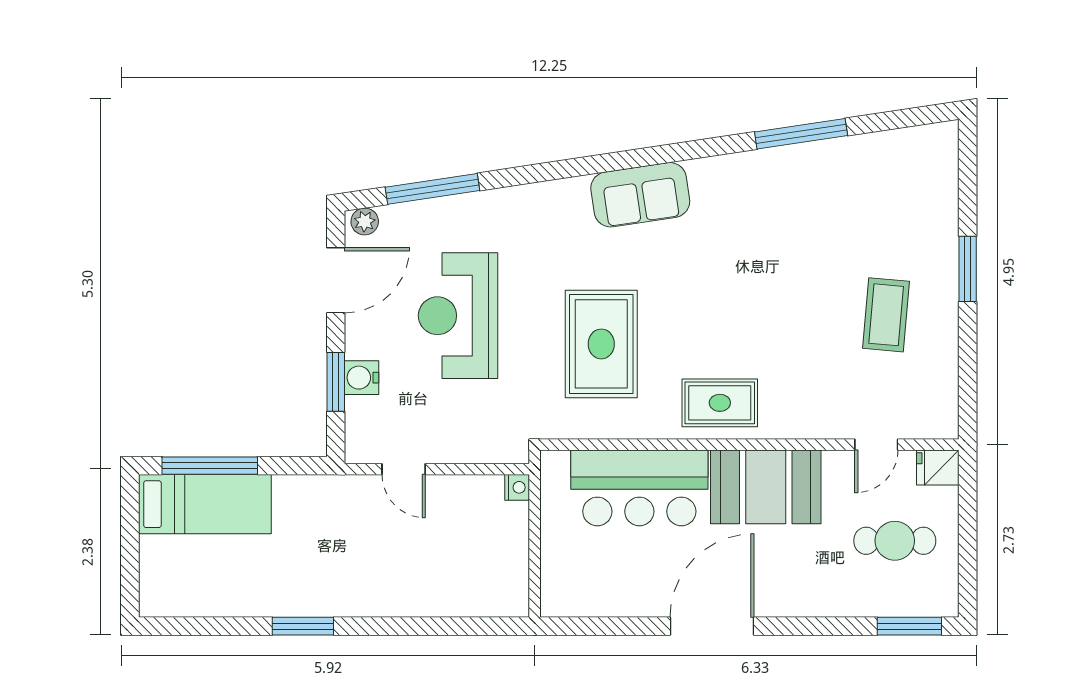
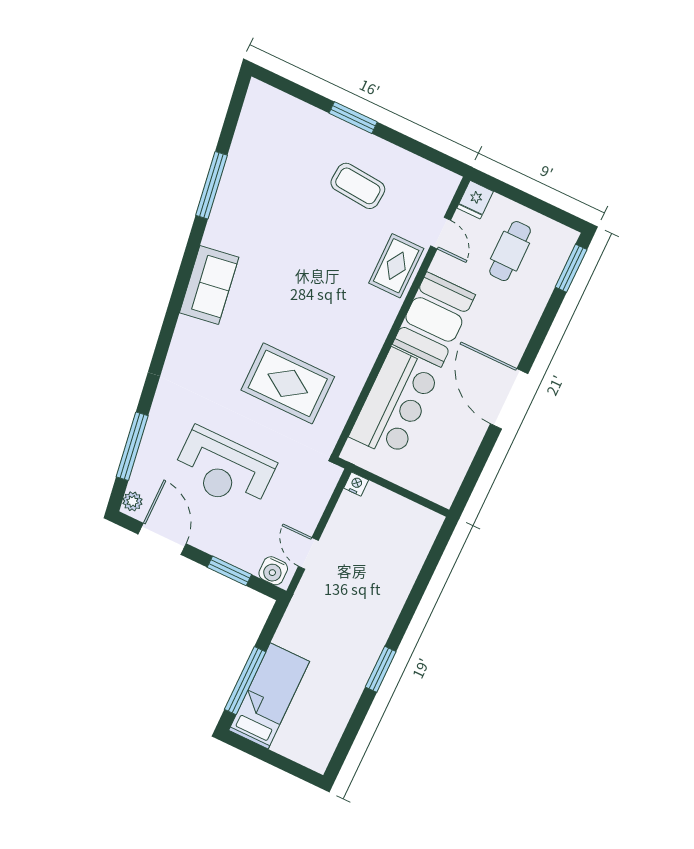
sofa: (640, 195) -> (209, 285), moved
water cooler: (362, 378) -> (273, 571), moved
rug: (720, 403) -> (396, 266), moved
door: (404, 469) -> (308, 553), swing flipped

